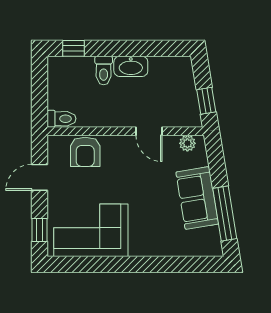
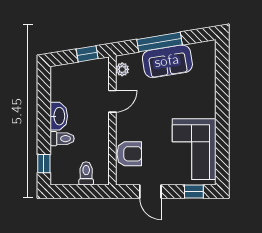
toilet: (62, 119) -> (86, 173), moved
window: (225, 214) -> (160, 42), moved

